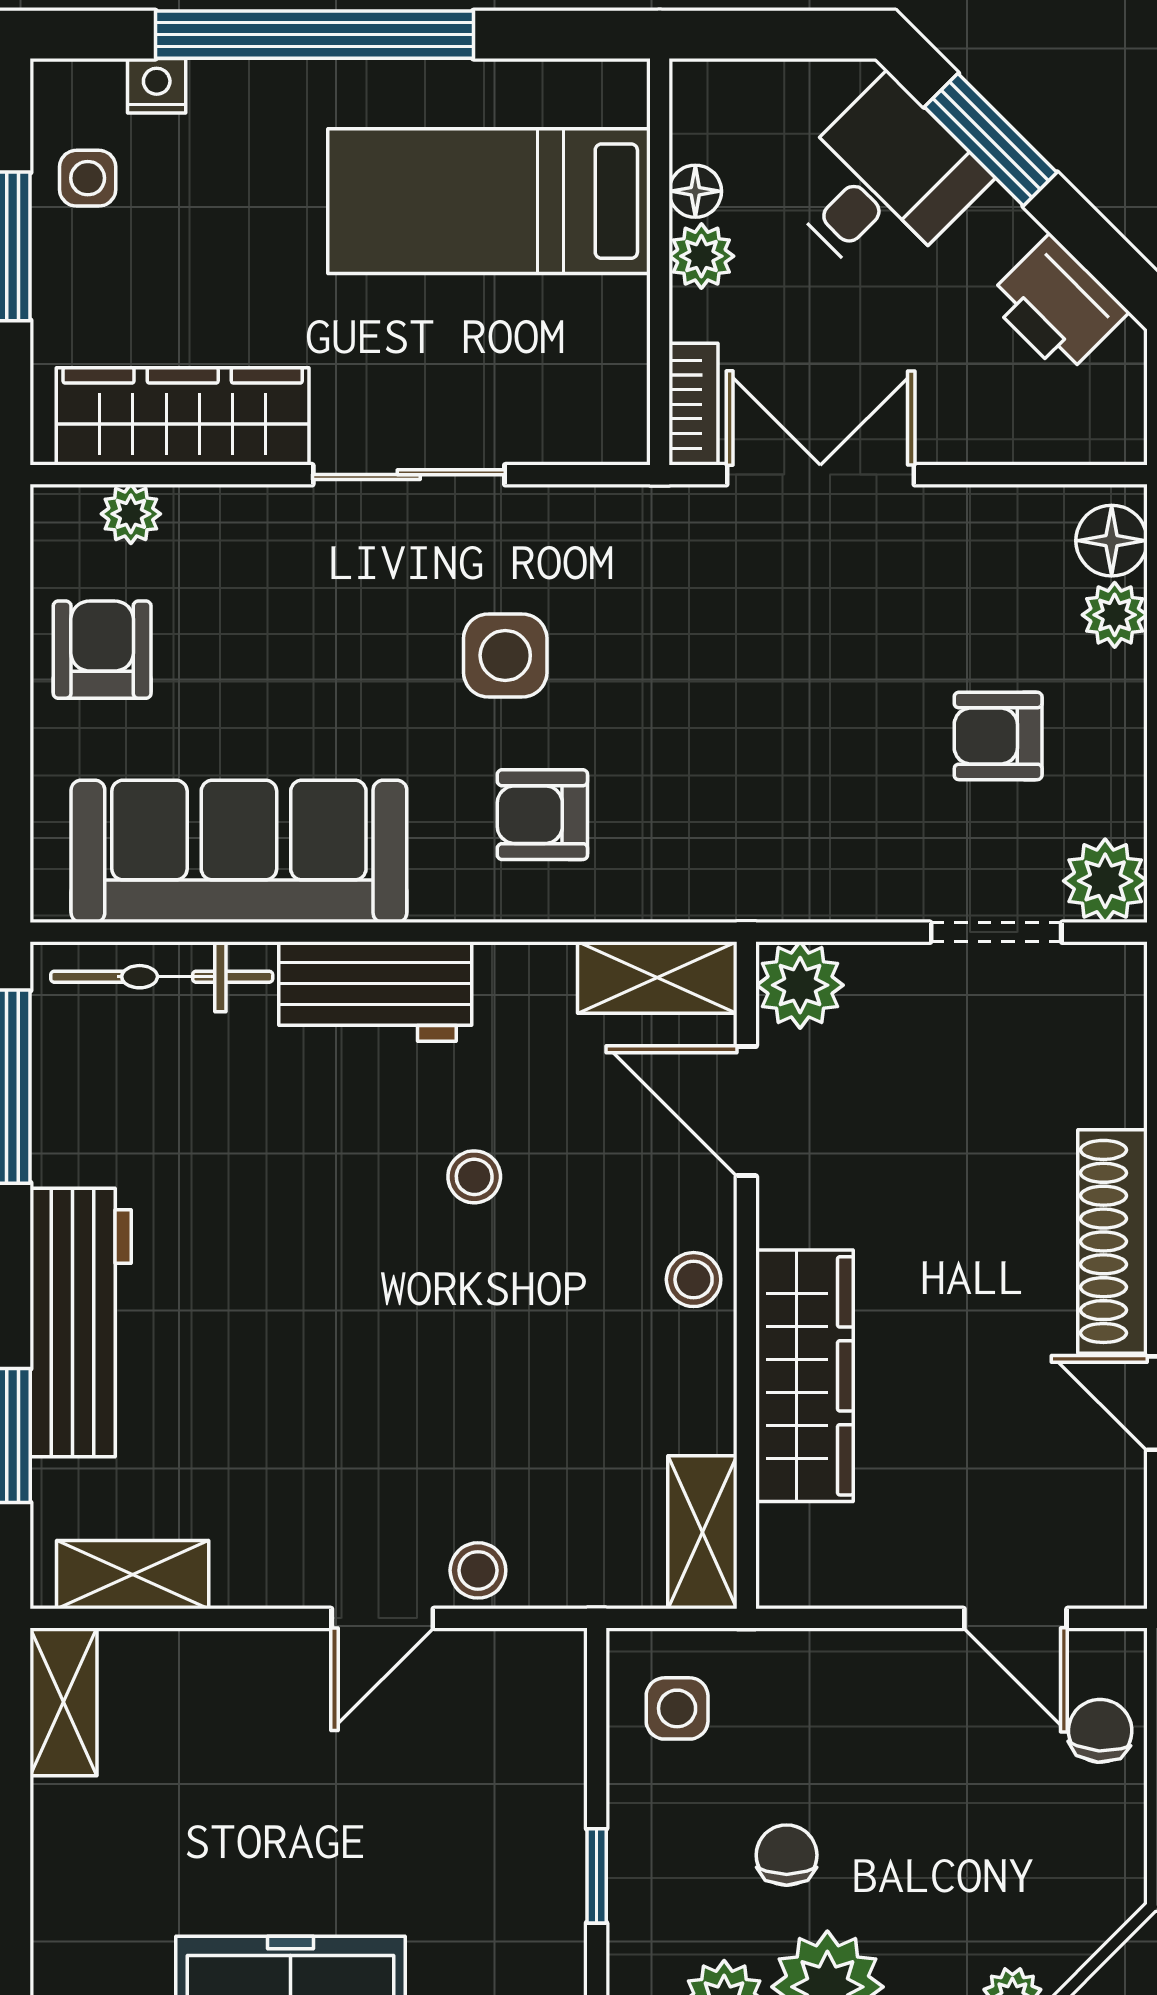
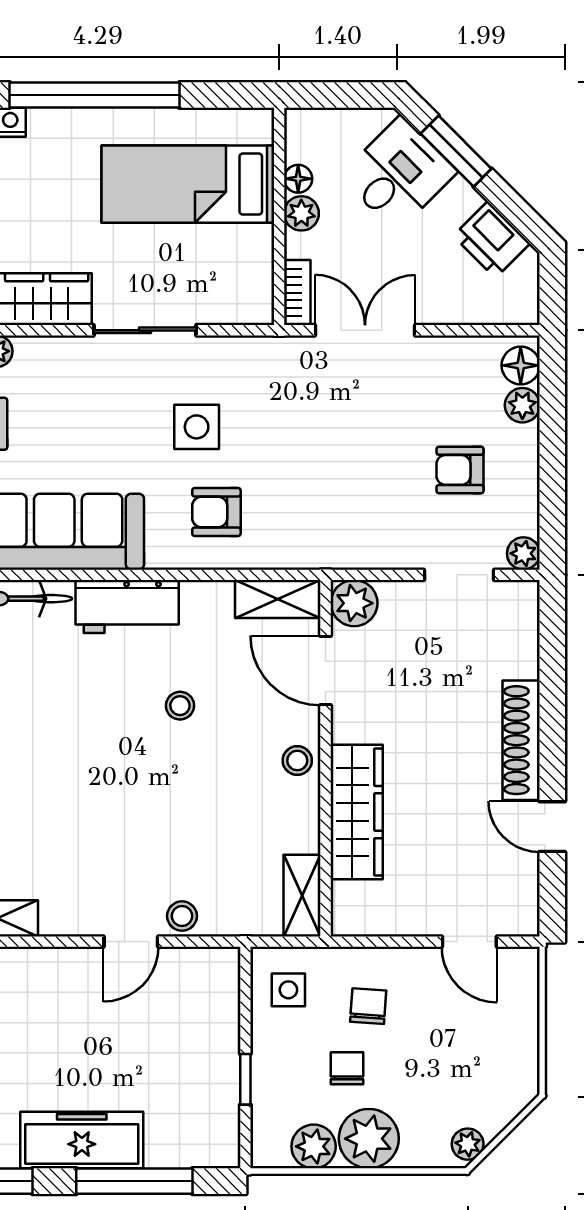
plant: (1105, 881) -> (523, 553), width x0.73, depth x0.73
chair: (1100, 1731) -> (368, 1006), moved

